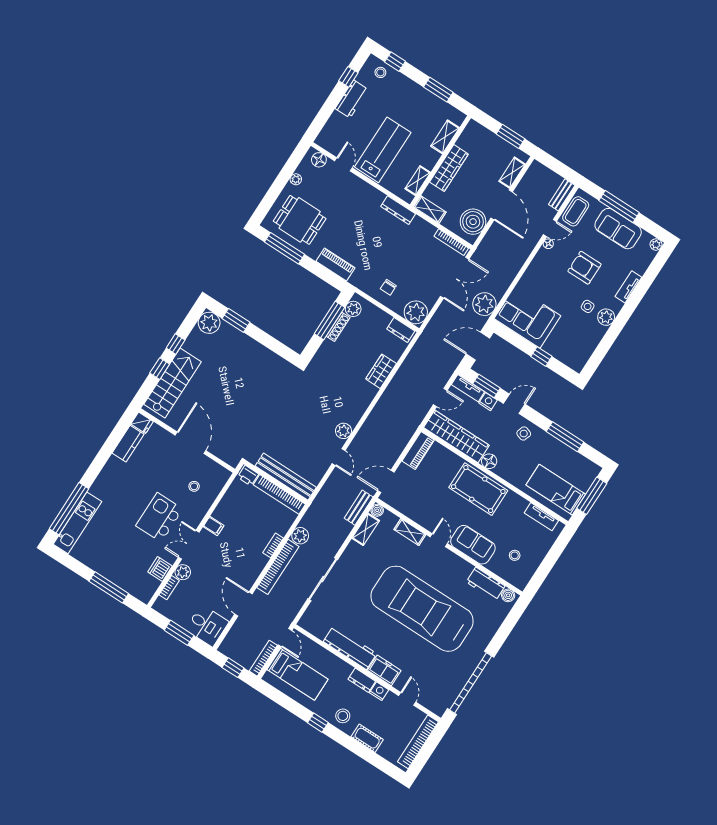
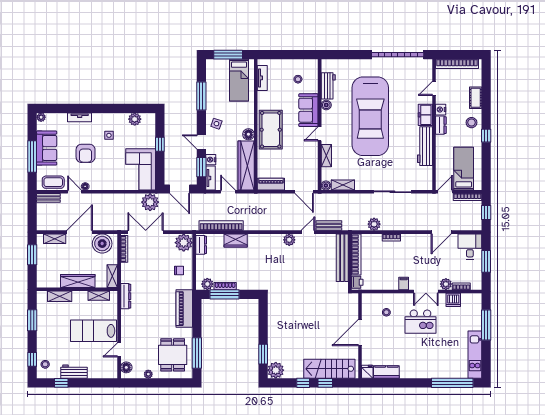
piano: (336, 264) -> (184, 309), width x1.37, depth x1.33
plant: (606, 317) -> (135, 119), moved
bench: (359, 508) -> (329, 226), moved
kitchen unit: (77, 523) -> (475, 355), moved, turned -90
bookcase: (278, 567) -> (221, 225), moved
boiler: (508, 595) -> (326, 105), moved

